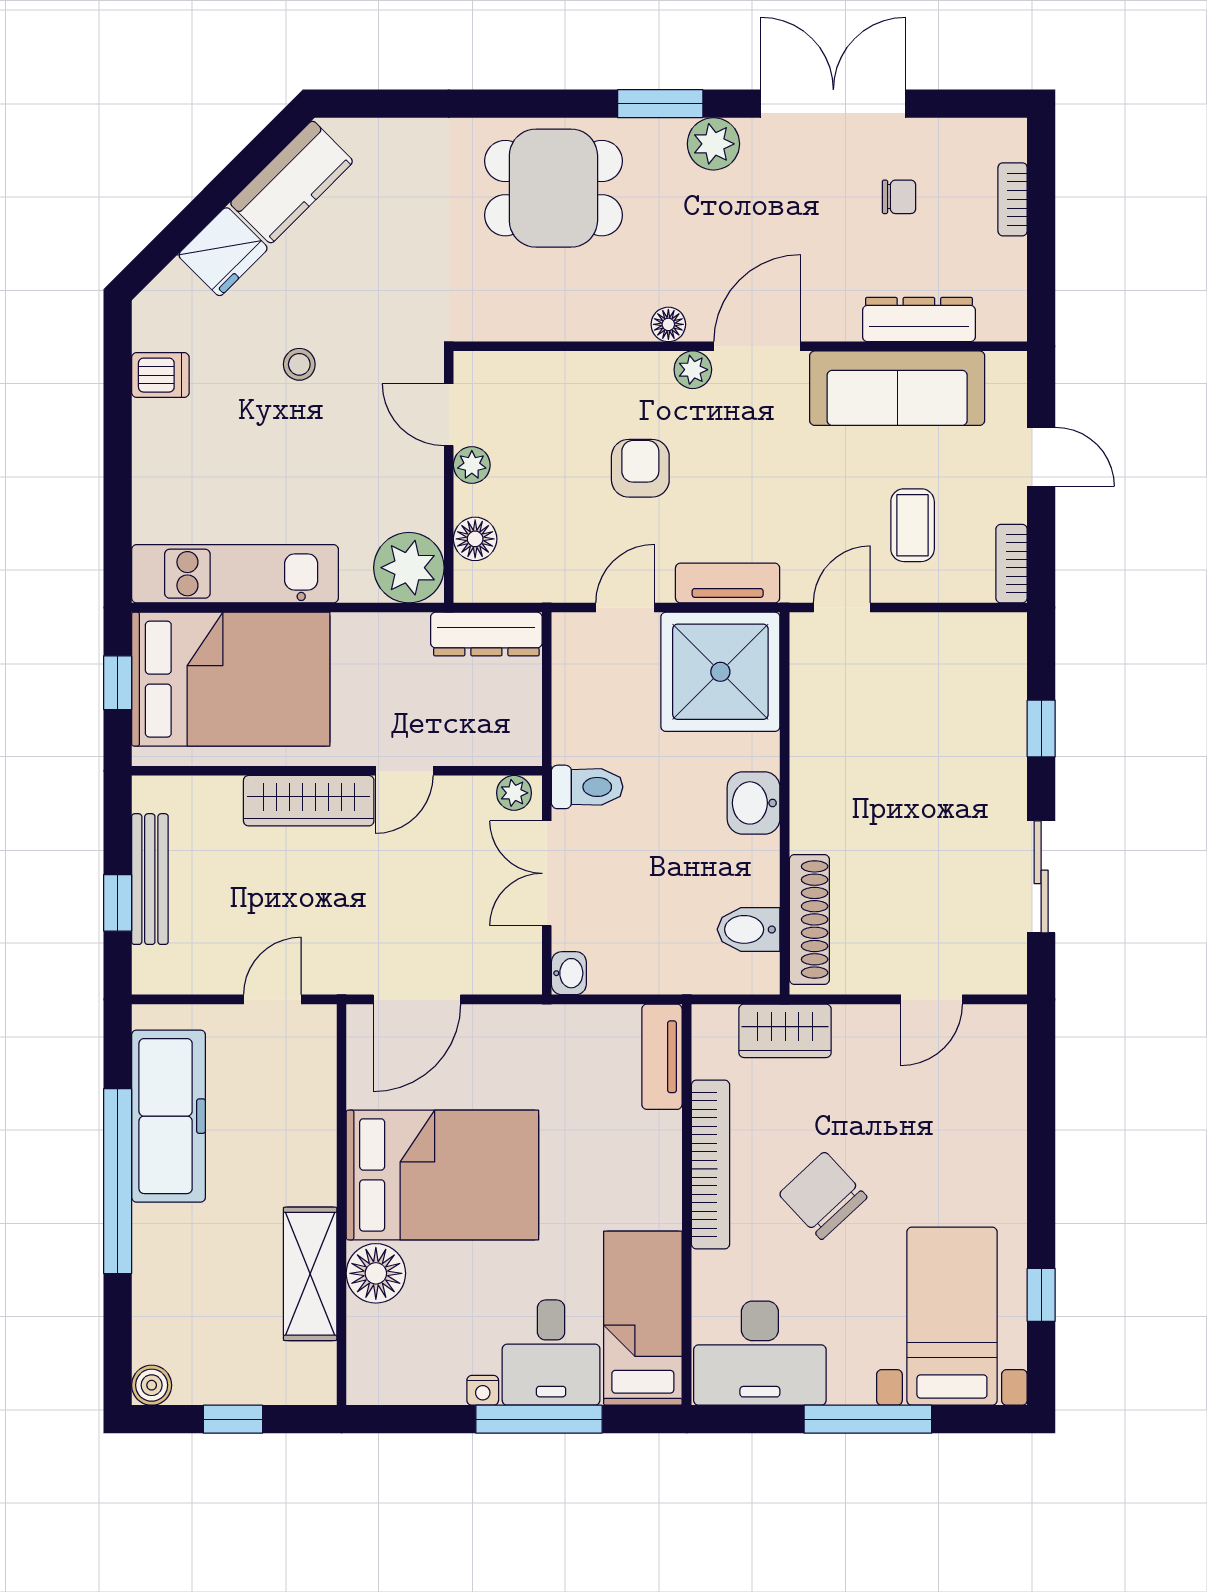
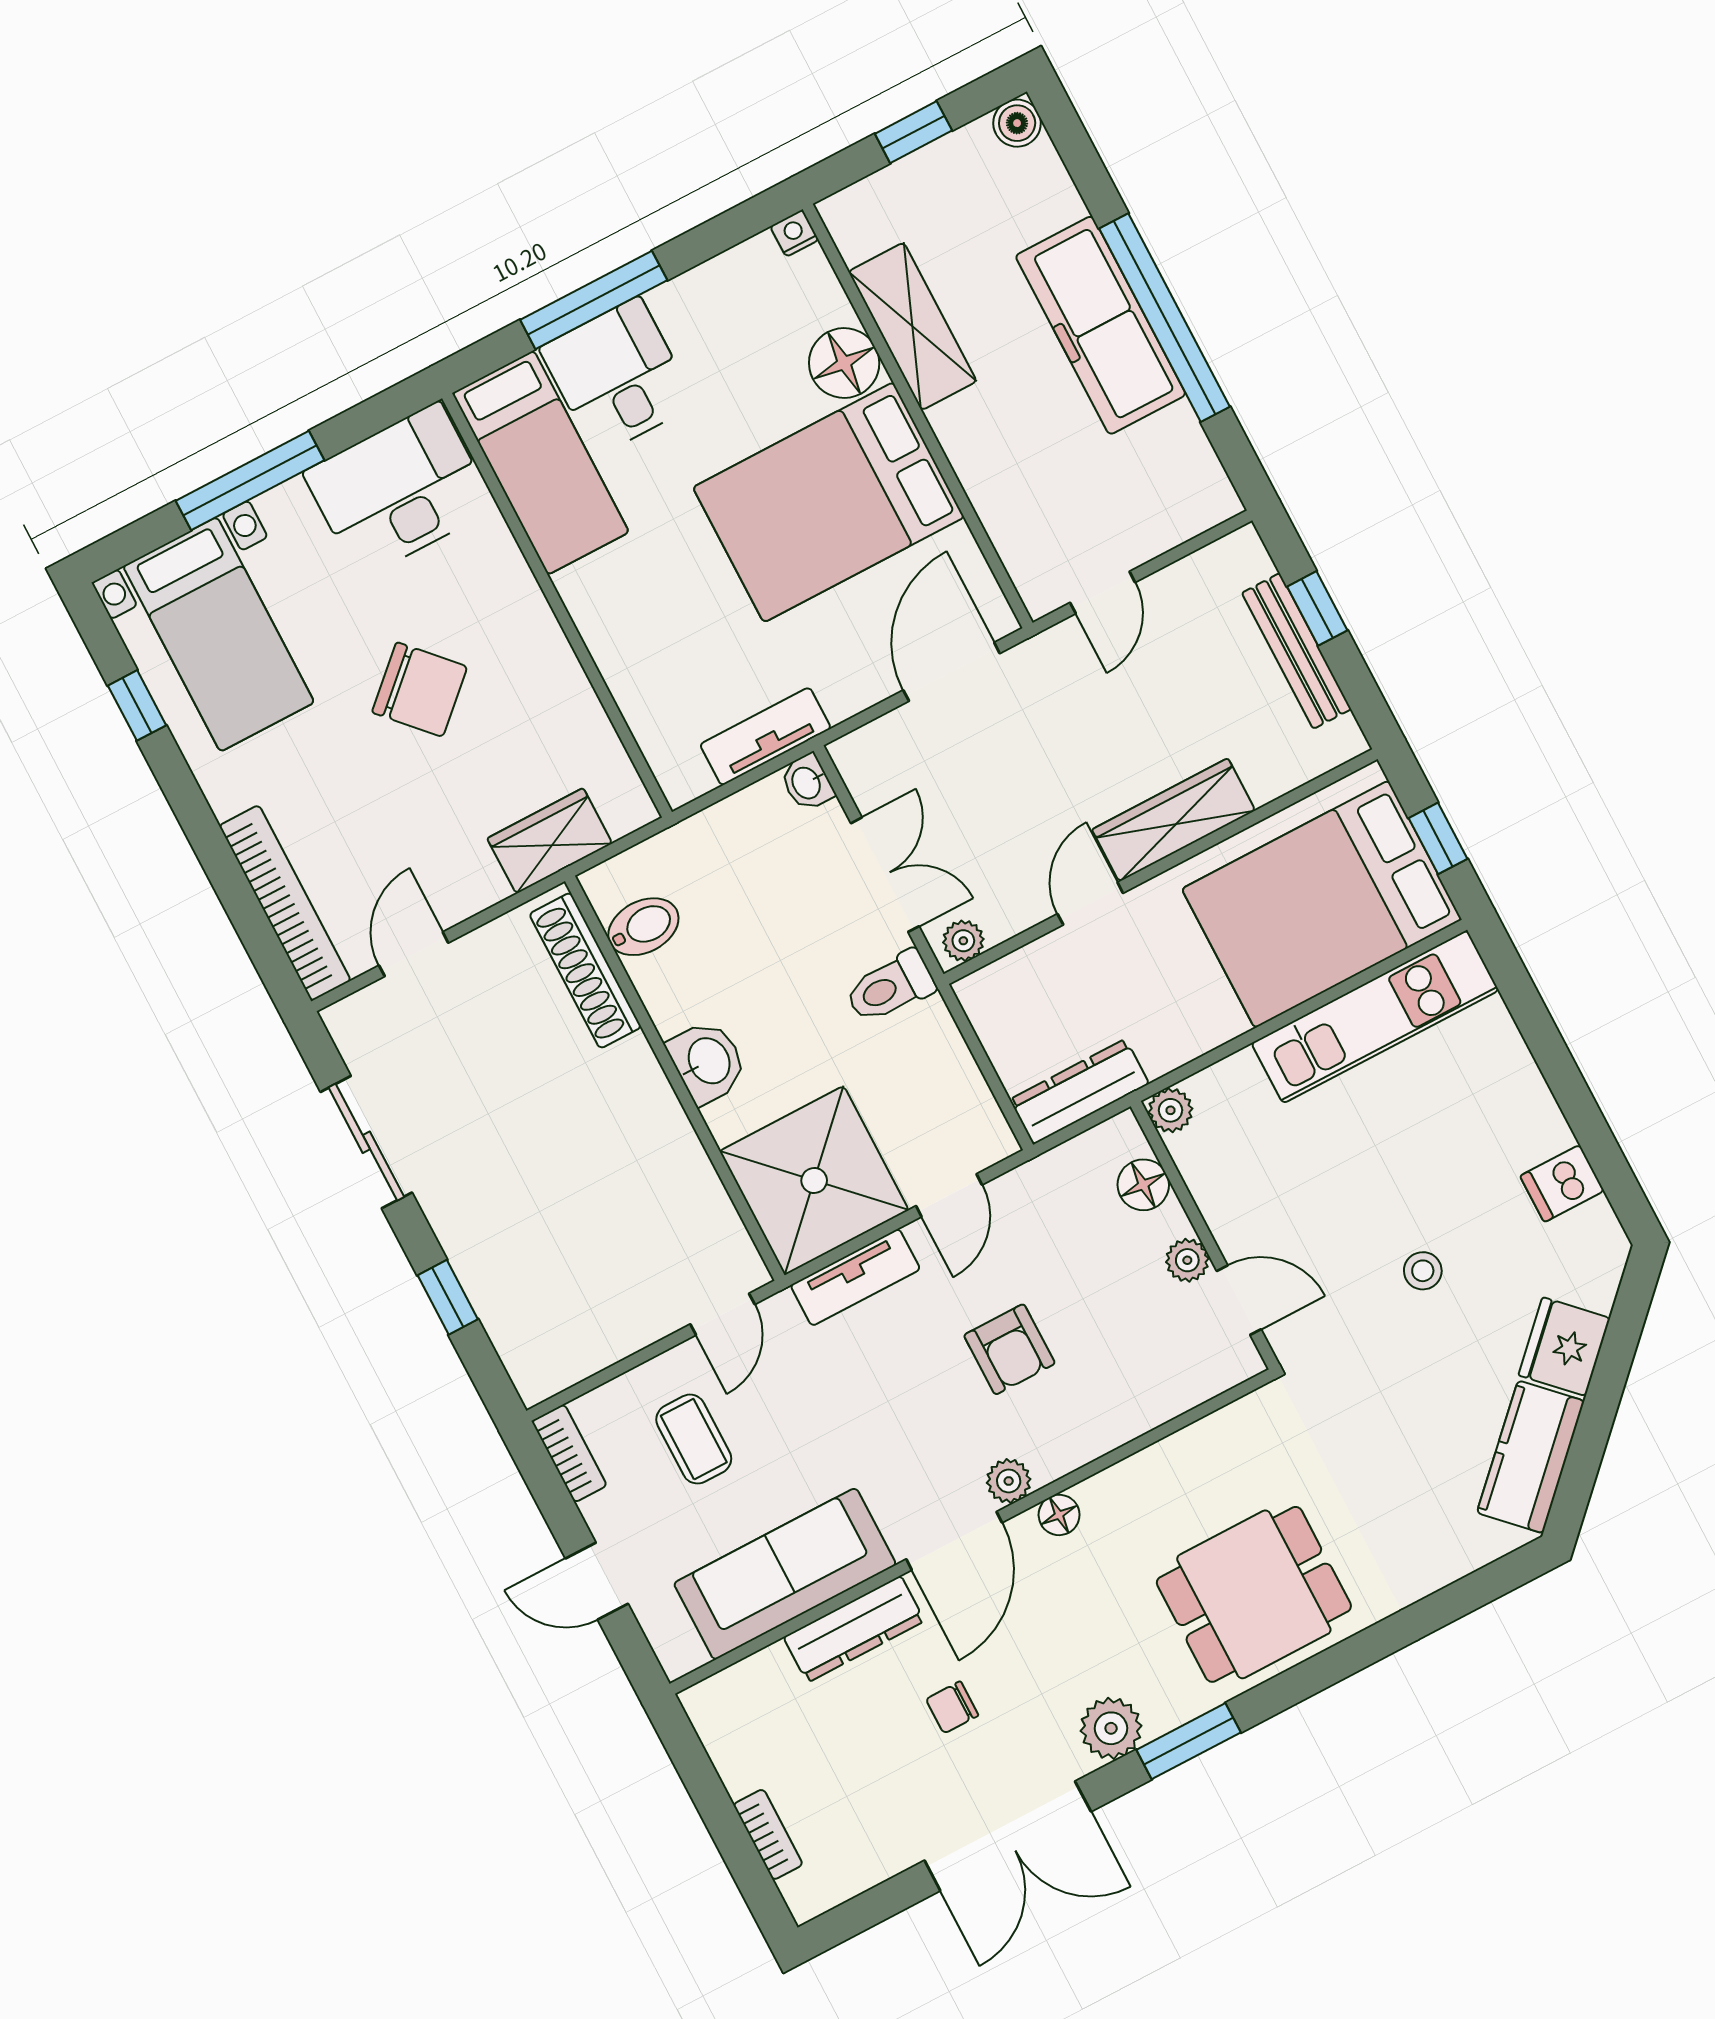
chair: (899, 197) -> (952, 1707), moved
dresser: (919, 320) -> (854, 1629), moved
plant: (409, 568) -> (1170, 1110), width x0.53, depth x0.53
tv unit: (662, 1057) -> (765, 736), moved, turned -90
freezer: (169, 1116) -> (1101, 325), moved
bookcase: (711, 1165) -> (285, 903), moved, turned 180
nightstand: (483, 1390) -> (794, 233), moved

